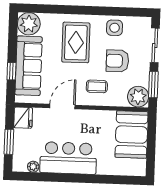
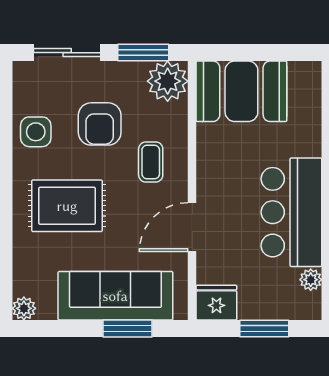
plant: (29, 24) -> (24, 308), width x0.53, depth x0.53
window: (11, 71) -> (127, 328), width x1.50
door: (62, 106) -> (192, 227), hinge flipped

